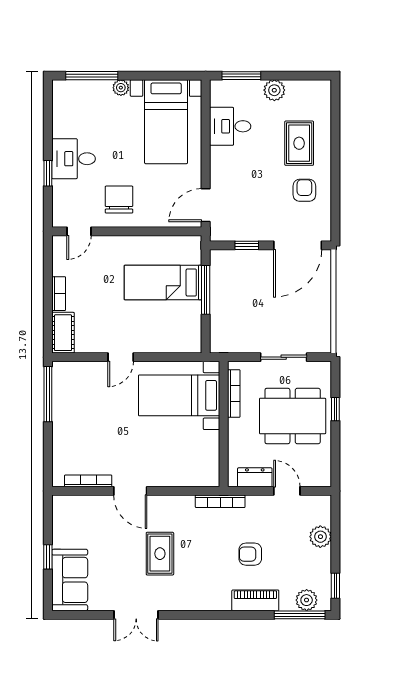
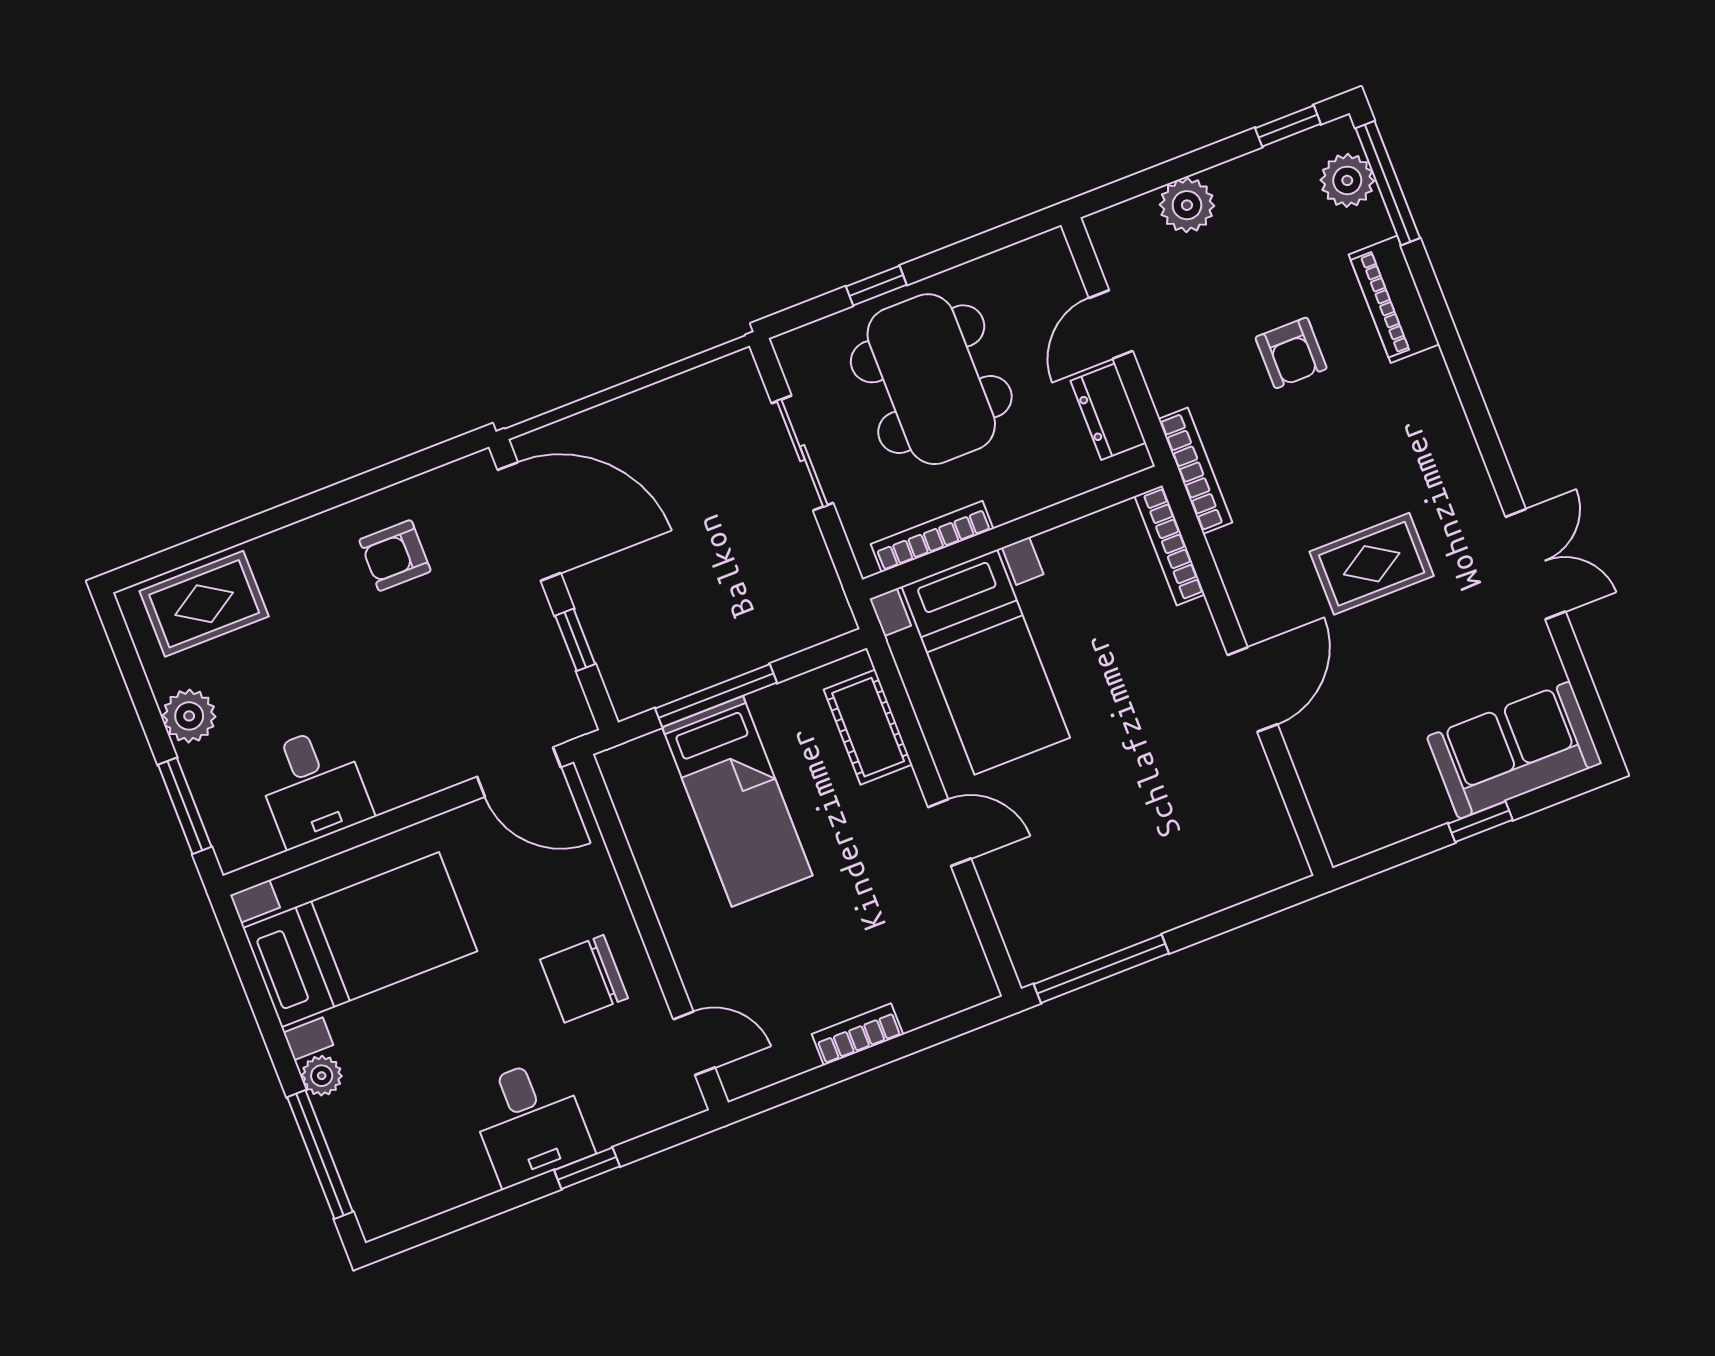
rug: (299, 143) -> (204, 604), moved
cot: (63, 333) -> (868, 727), moved, turned 90
bookcase: (88, 481) -> (1170, 545), moved

